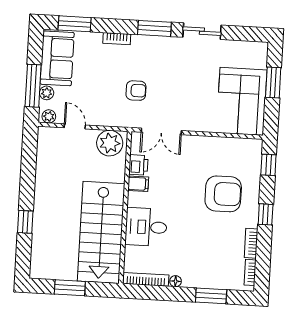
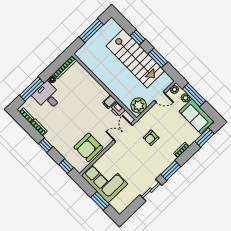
window: (28, 173) -> (158, 58), added
armchair: (223, 194) -> (88, 147), moved
desk: (146, 227) -> (47, 96), moved, turned -90
stairs: (101, 232) -> (135, 58), moved, turned 180
window: (70, 288) -> (91, 31), width x1.44
window: (211, 296) -> (32, 89), width x1.44

